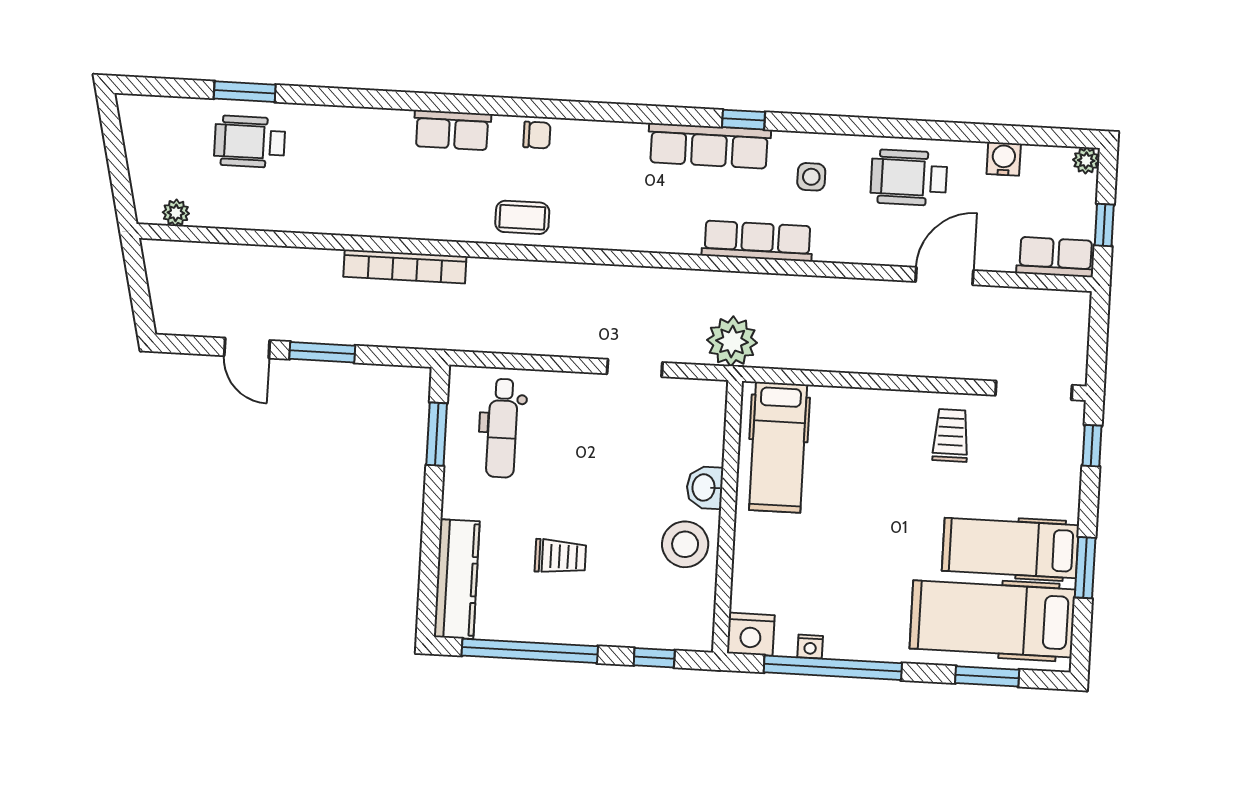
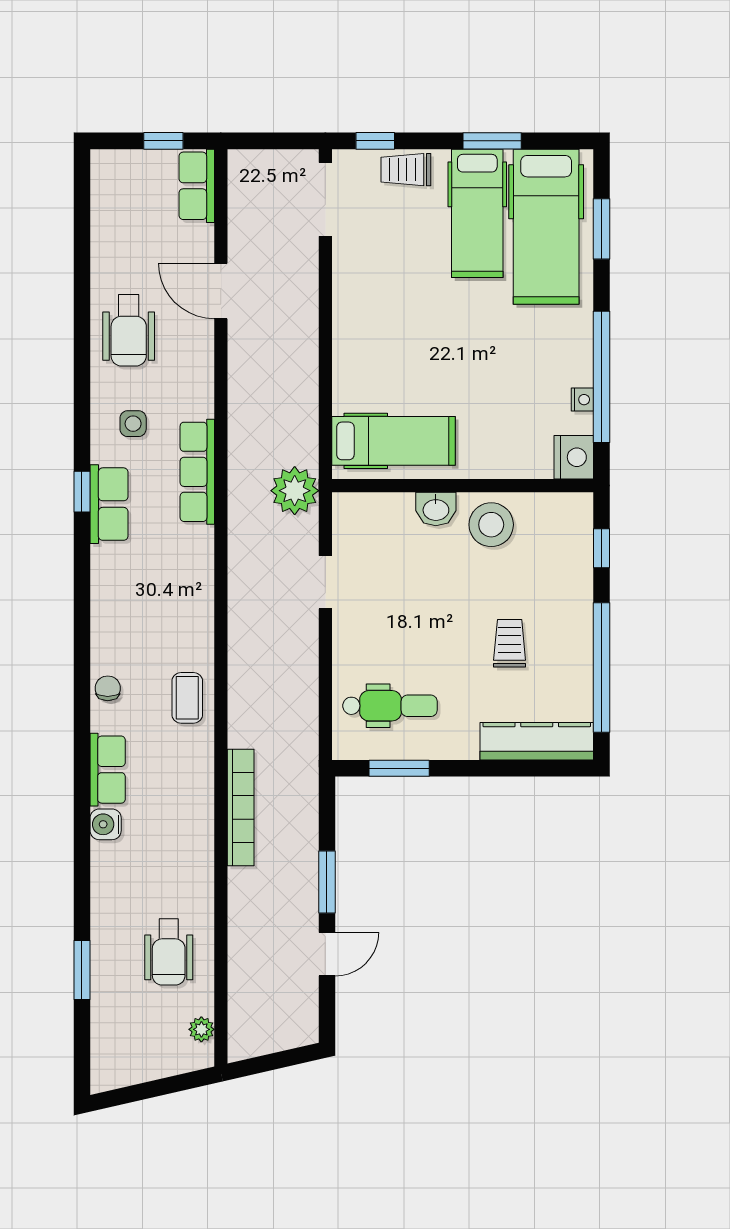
wheelchair: (250, 142) -> (169, 952), moved
row of seats: (709, 146) -> (109, 504), width x0.68
water cooler: (1004, 159) -> (106, 824), moved
plant: (1086, 160) -> (103, 162), removed
trolley: (951, 435) -> (406, 170), moved

